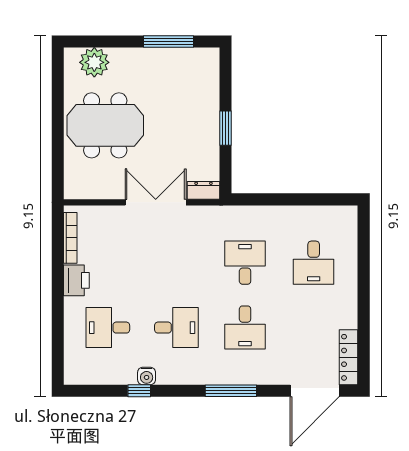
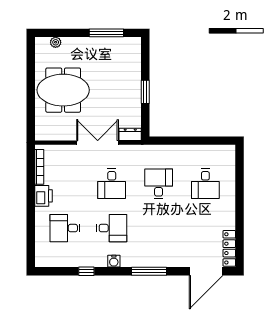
plant: (94, 62) -> (56, 42), width x0.53, depth x0.53
desk: (245, 328) -> (112, 184), moved
water cooler: (147, 376) -> (114, 261), moved

